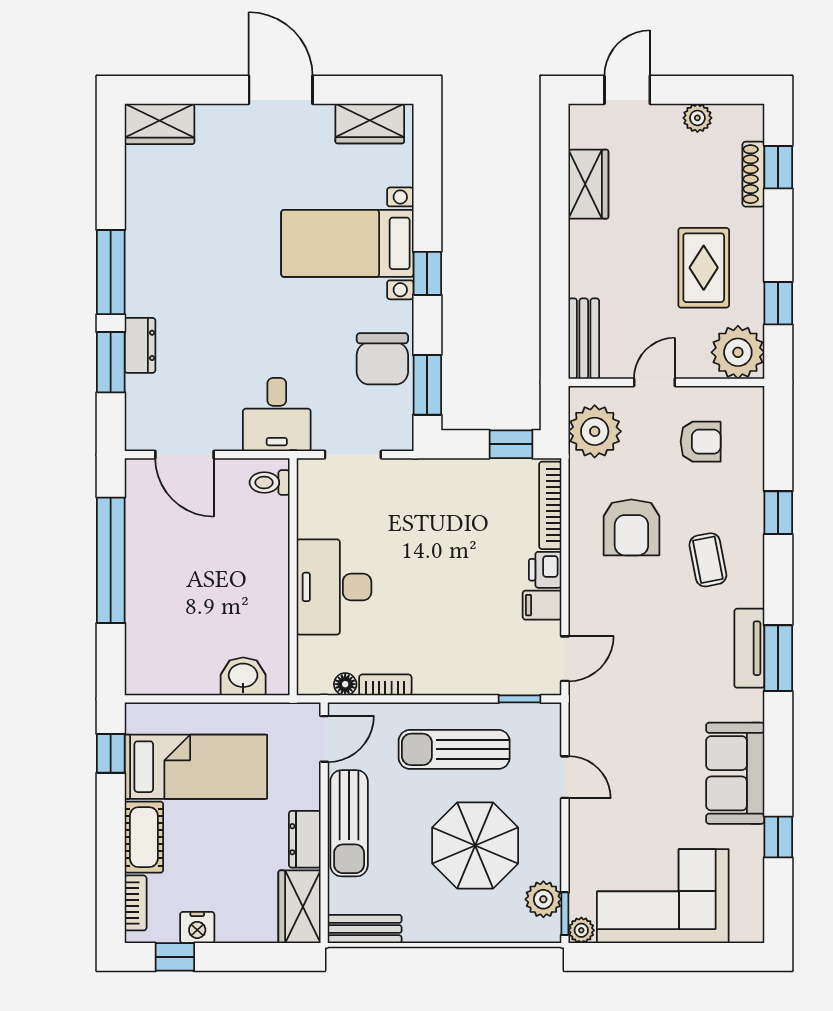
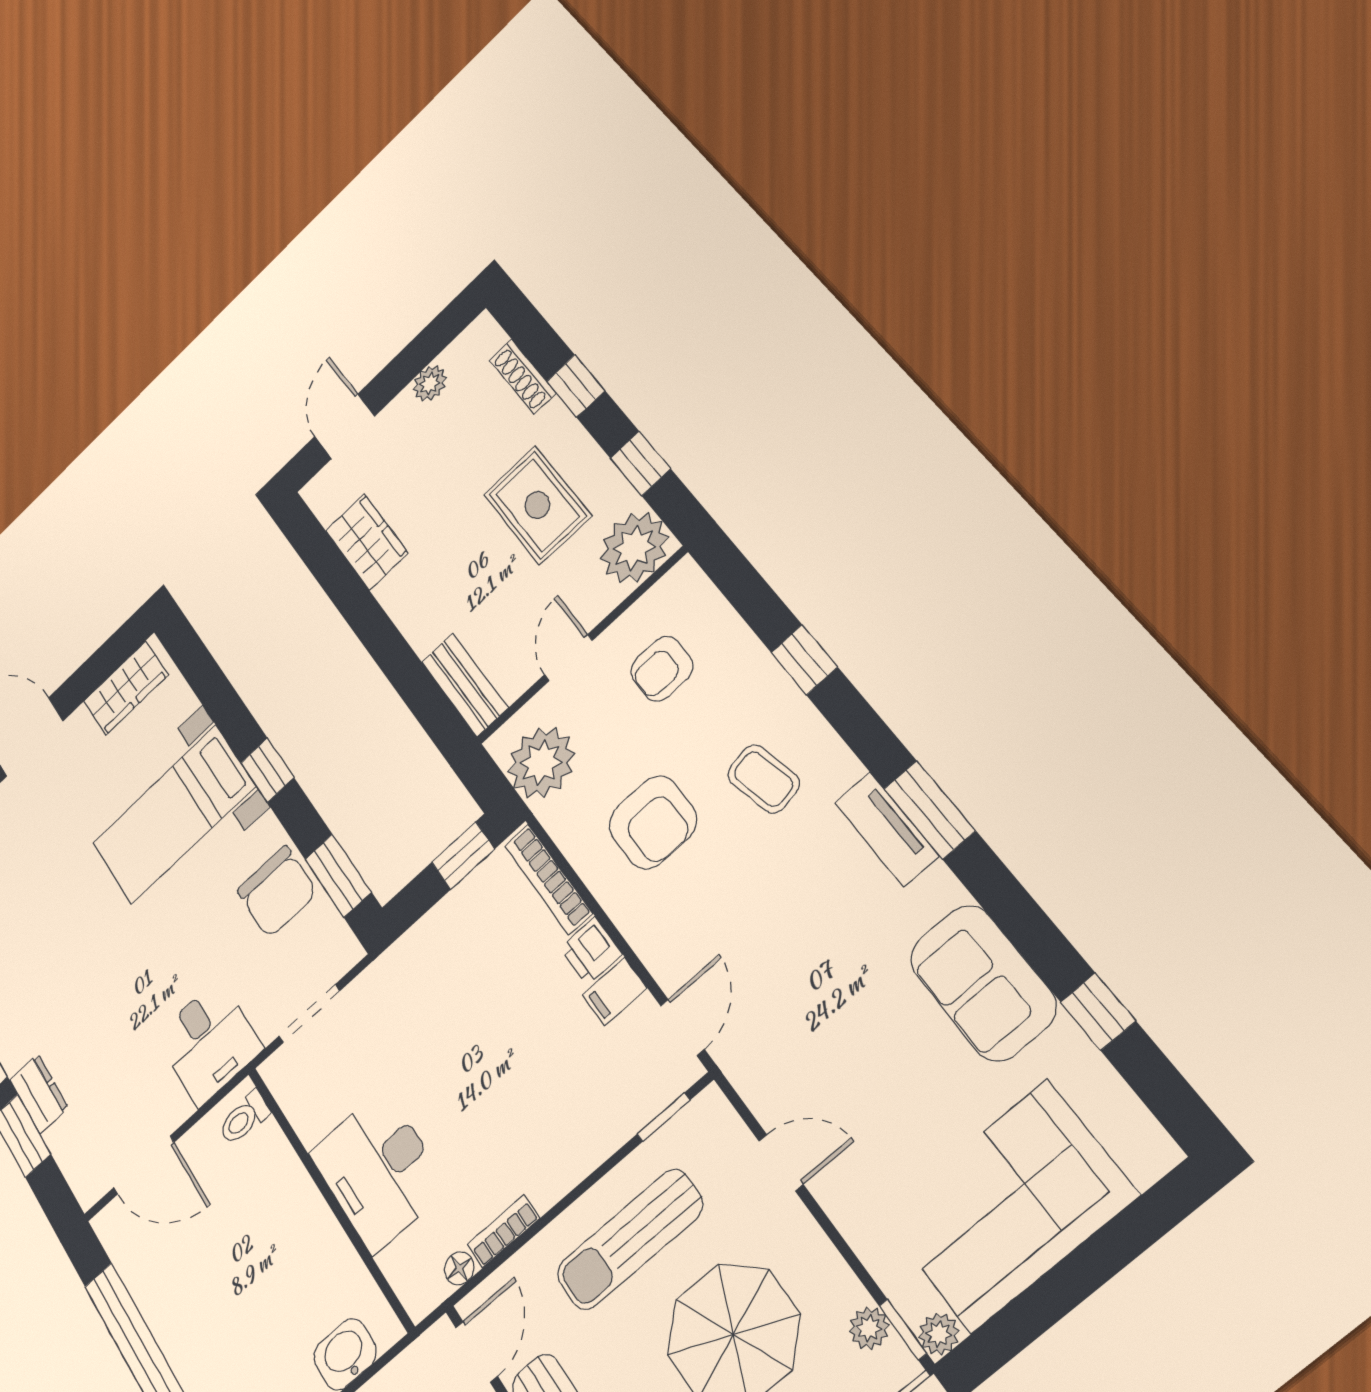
window: (778, 167) -> (576, 386), moved
armchair: (701, 442) -> (662, 669), turned 180
plant: (543, 899) -> (869, 1328), width x0.73, depth x0.73

